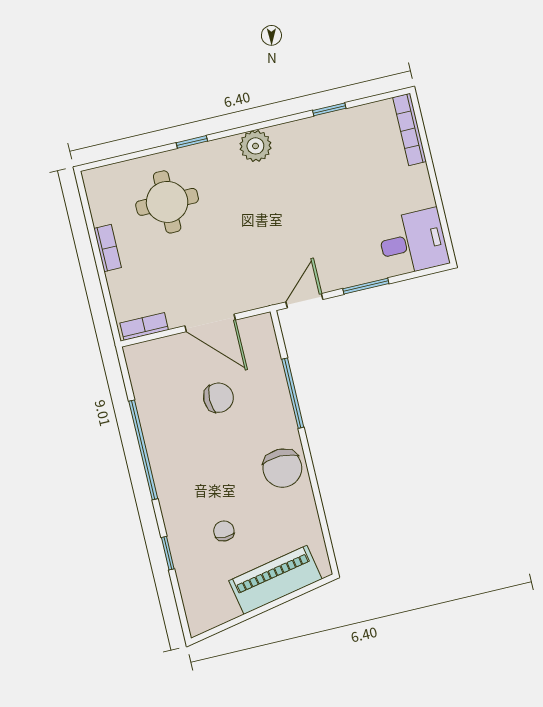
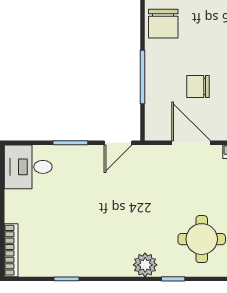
plant: (255, 146) -> (145, 265), moved
chair: (282, 468) -> (163, 24), turned 180

